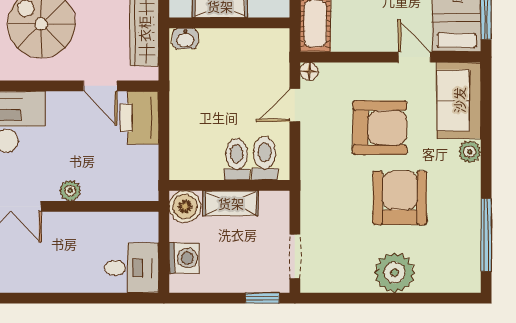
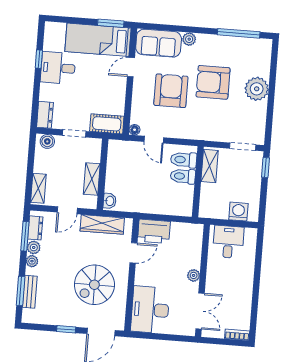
shelving: (231, 203) -> (210, 166), moved
boiler: (185, 207) -> (208, 209), removed
desk: (132, 268) -> (228, 242), moved

